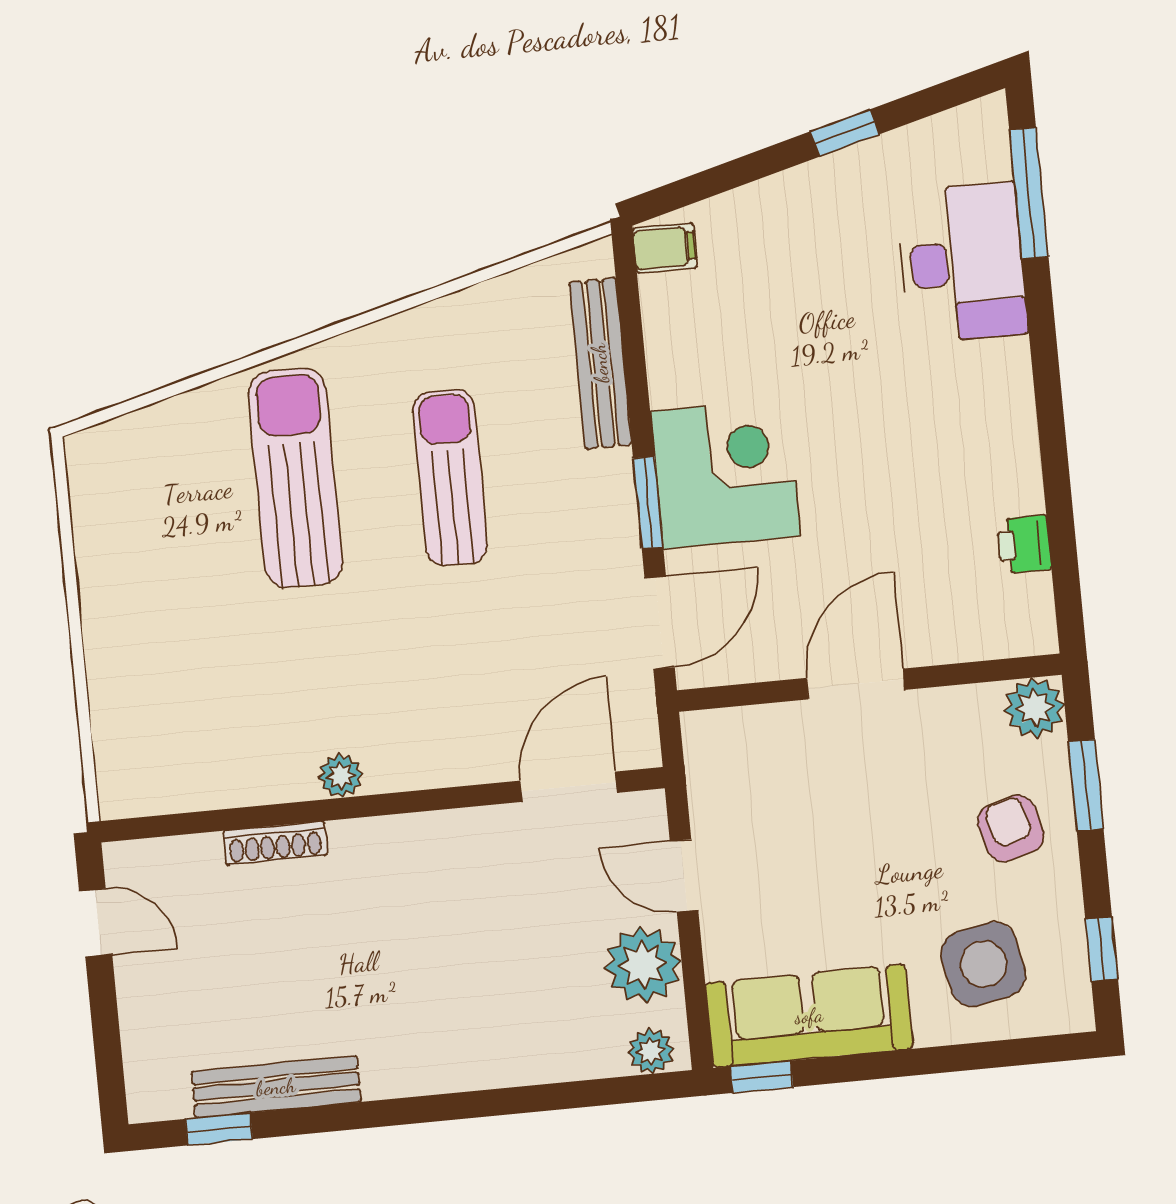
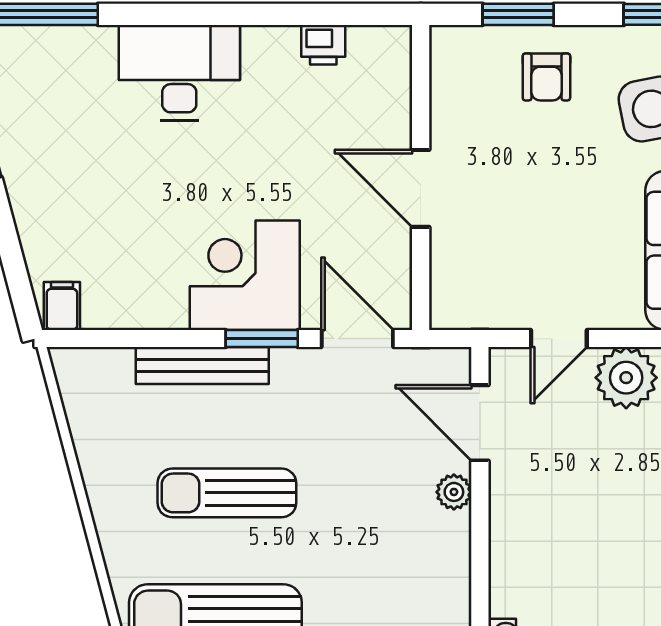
desk: (962, 263) -> (179, 73), moved
bench: (600, 363) -> (202, 366), moved
plant: (1035, 708) -> (453, 49), removed
plant: (341, 776) -> (454, 492), moved
armchair: (1011, 828) -> (546, 77), turned -74

